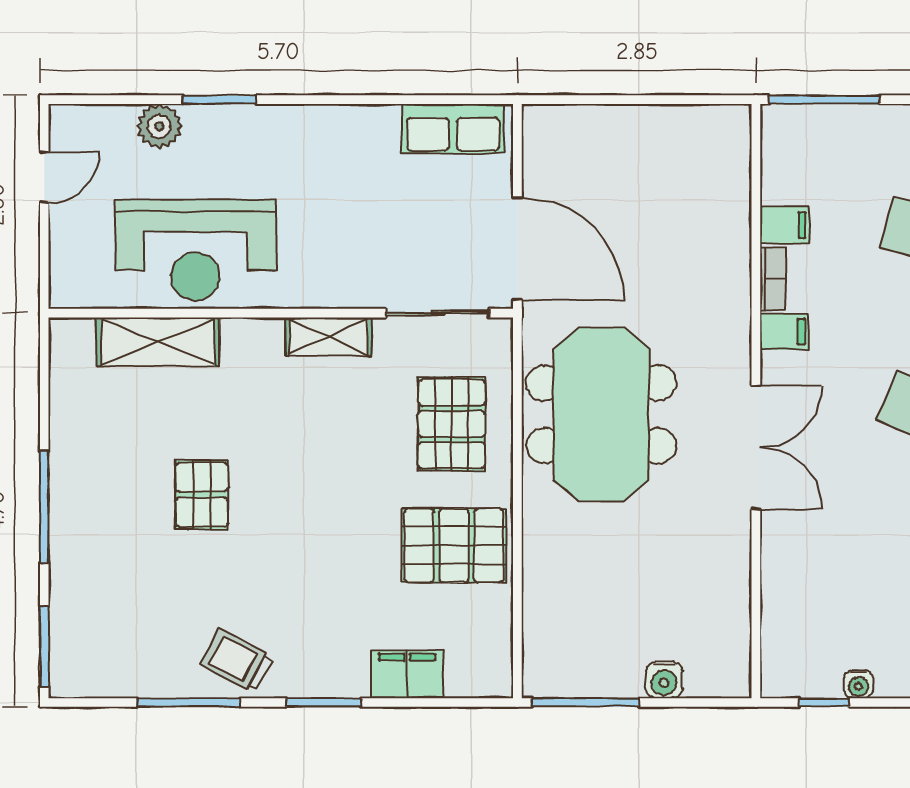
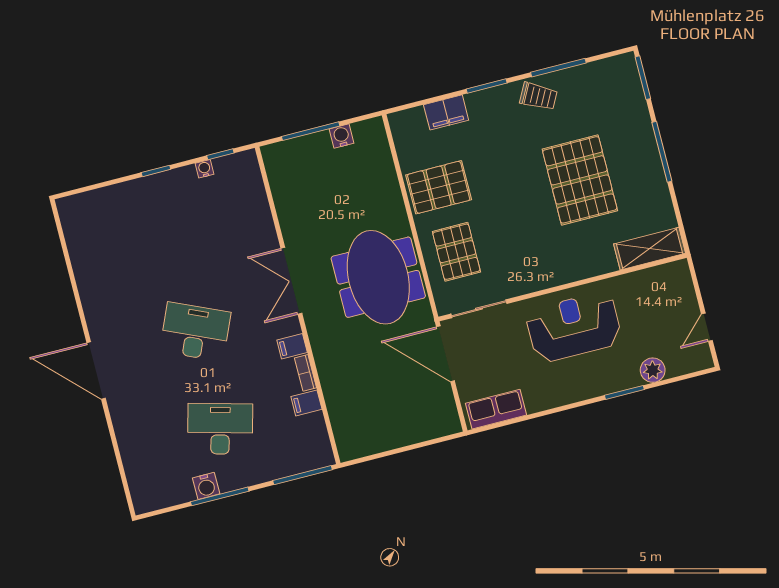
reception desk: (195, 250) -> (574, 327), moved
shelving: (328, 337) -> (534, 281), removed
shelving: (158, 342) -> (650, 249), moved
pallet: (202, 495) -> (580, 180), width x2.05, depth x2.00
water cooler: (664, 680) -> (342, 136), moved
window: (585, 702) -> (311, 131), moved

